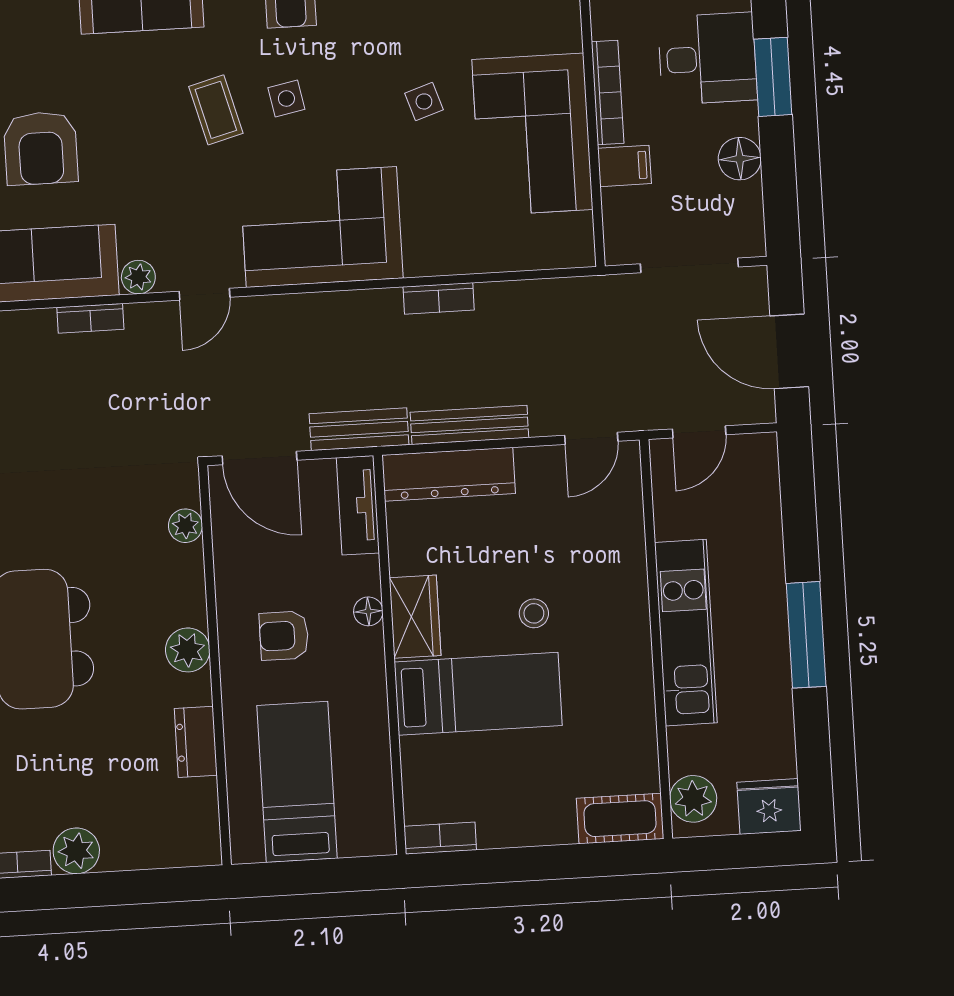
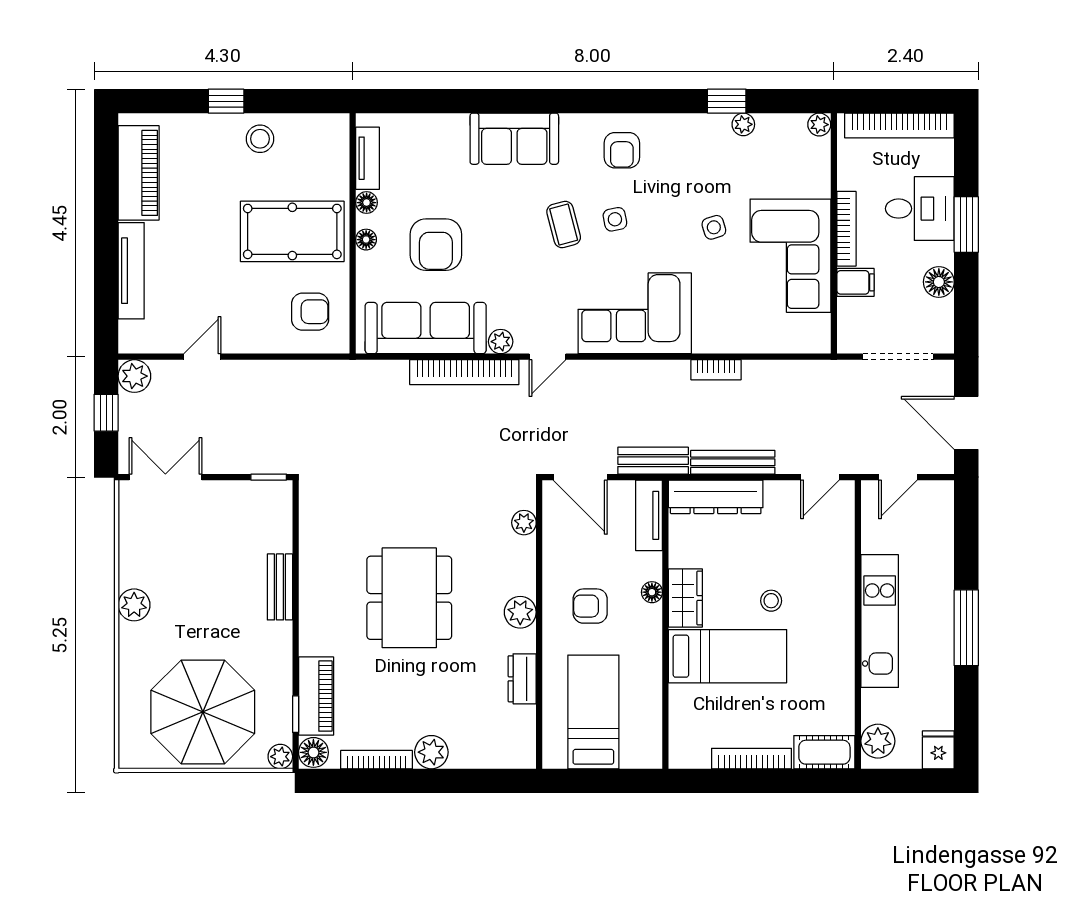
bookcase: (90, 318) -> (464, 372), width x2.31, depth x1.31
fridge: (769, 806) -> (938, 750), width x0.72
bookcase: (440, 838) -> (751, 759), moved, width x1.56

